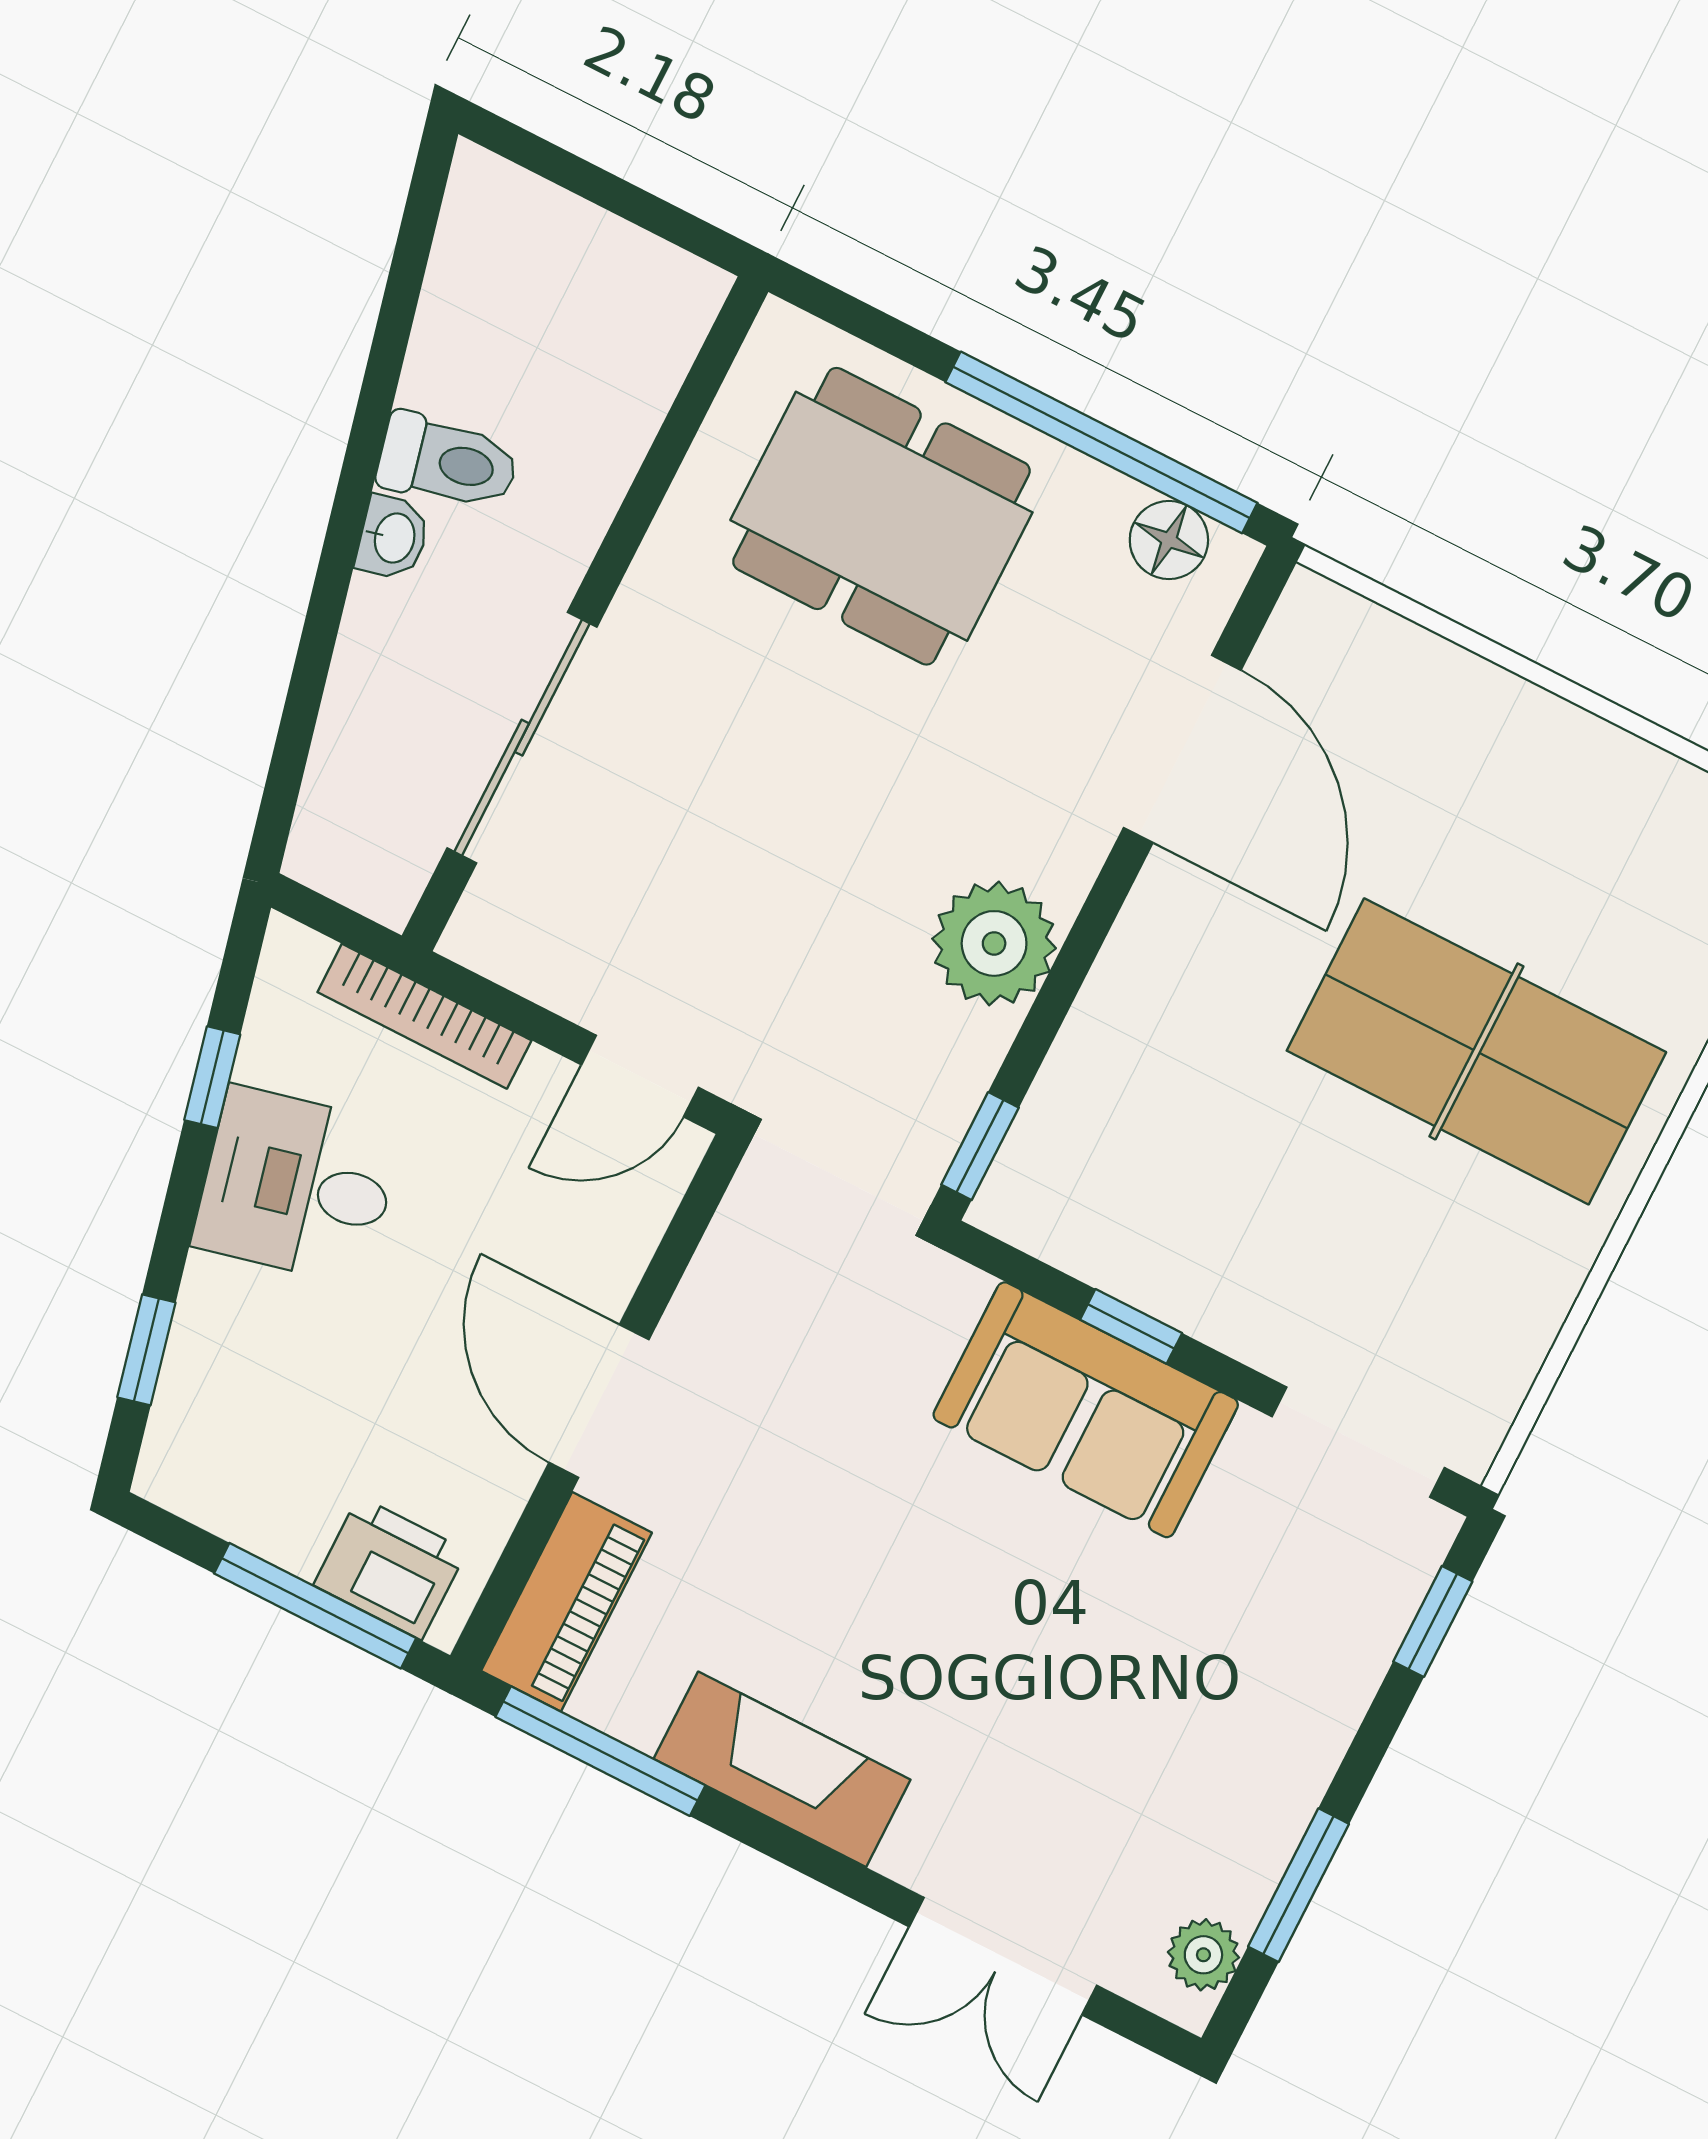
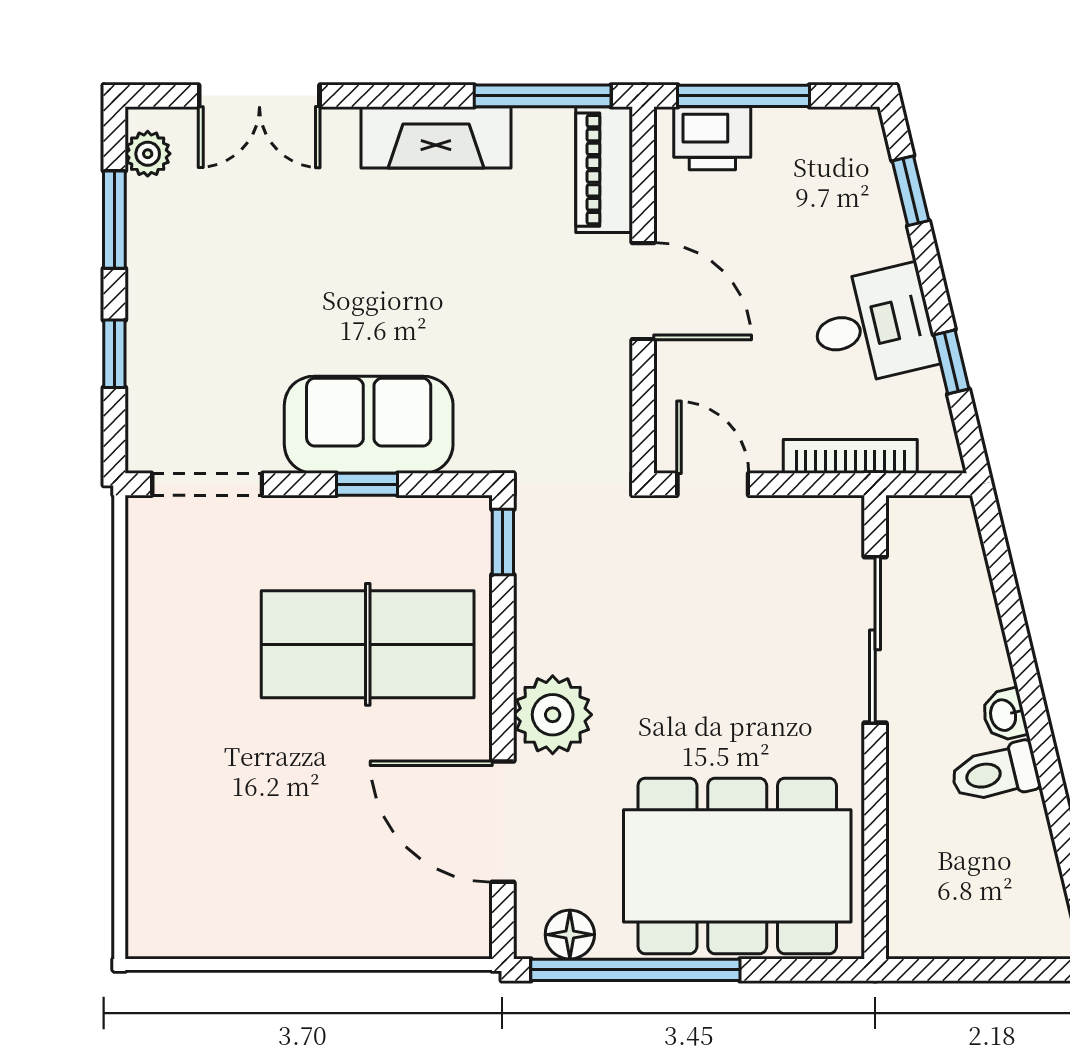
dining table: (881, 516) -> (737, 866), width x1.36, depth x1.24
plant: (994, 943) -> (553, 715), moved
table tennis table: (1476, 1051) -> (368, 644), moved
door: (640, 1076) -> (713, 484), hinge flipped
window: (1433, 1621) -> (114, 354), moved
double door: (1003, 1956) -> (259, 96), swing flipped

